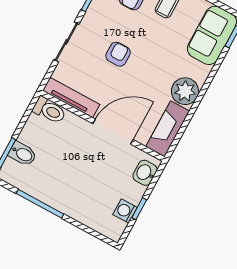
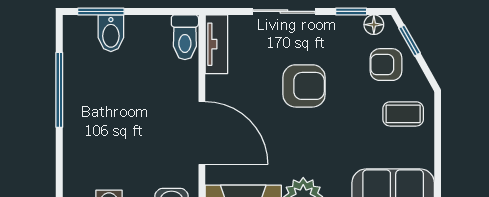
armchair: (118, 54) -> (304, 86), width x1.38, depth x1.38
tv unit: (71, 98) -> (216, 44), width x0.71

